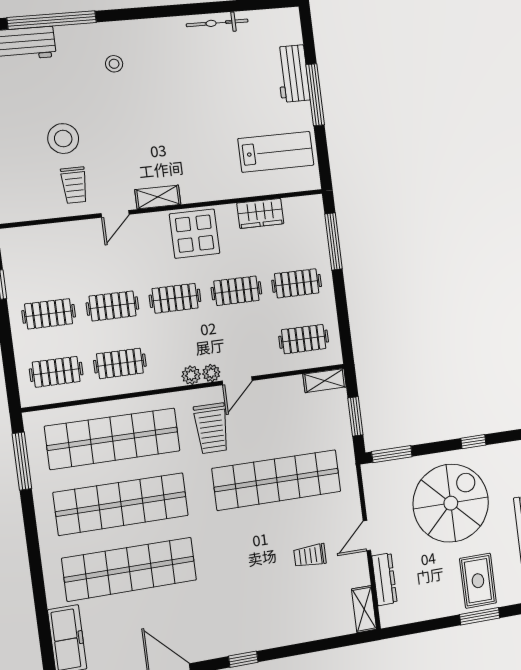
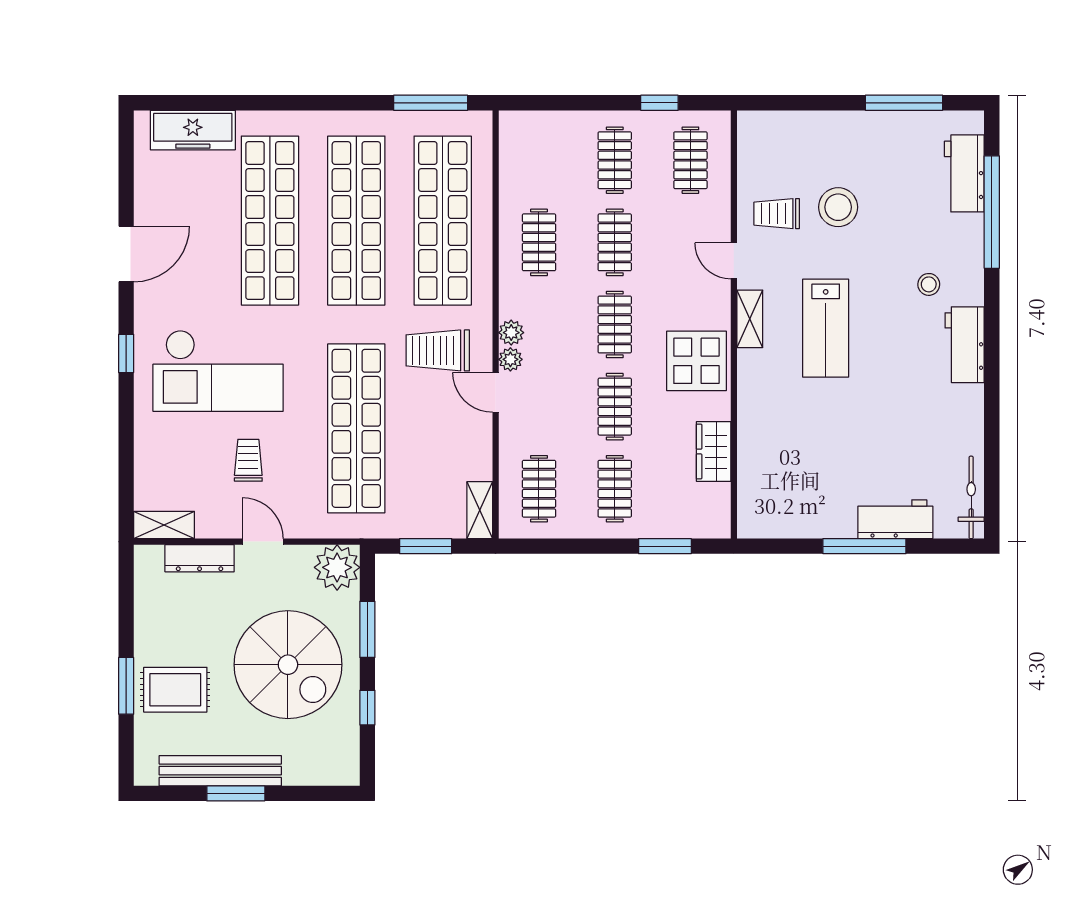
bicycle: (217, 23) -> (971, 497), moved
workbench: (157, 33) -> (965, 345), added
lab bench: (276, 152) -> (826, 328), moved
window: (333, 241) -> (665, 546), width x0.69
clothes rail: (56, 372) -> (690, 160), moved
window: (392, 454) -> (367, 629), moved
plant: (379, 479) -> (337, 567), added
checkout: (247, 589) -> (218, 371), added

